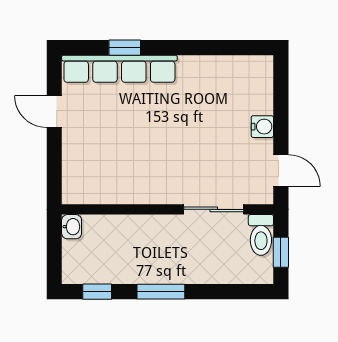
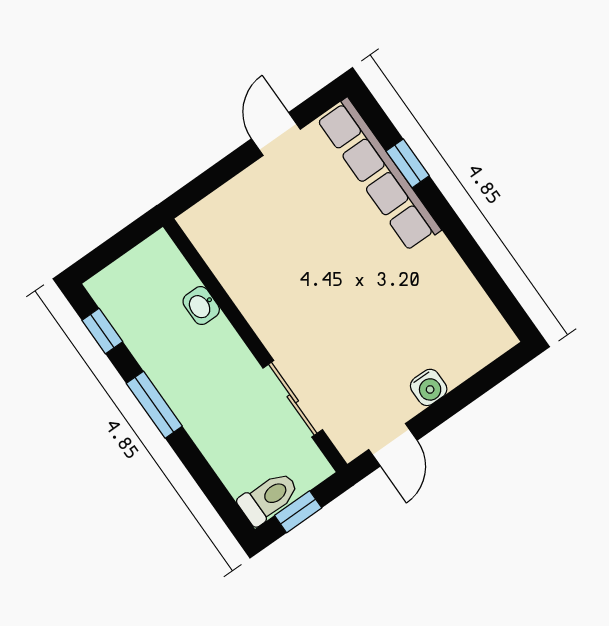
washbasin: (72, 227) -> (201, 306), moved, turned 90
toilet: (261, 235) -> (269, 498), moved, turned 180

